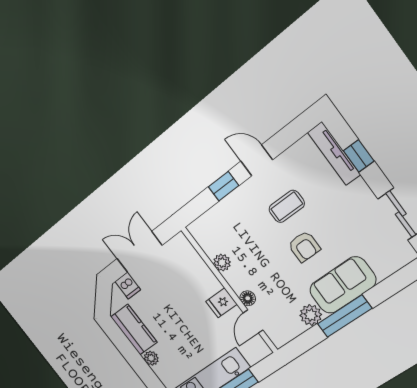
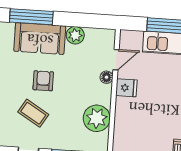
coffee table: (287, 206) -> (33, 113), turned 31
plant: (222, 263) -> (97, 118), width x1.88, depth x1.88
window: (344, 316) -> (31, 17), moved

